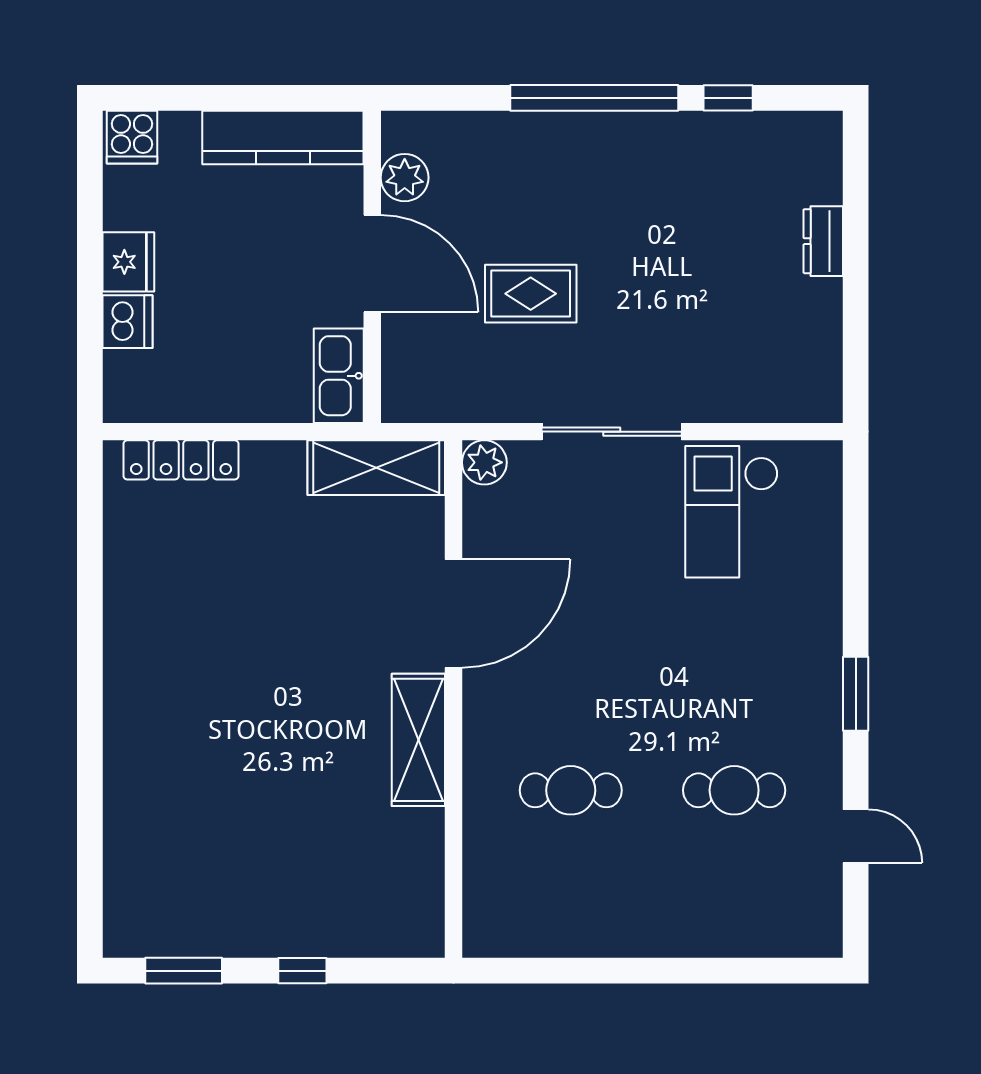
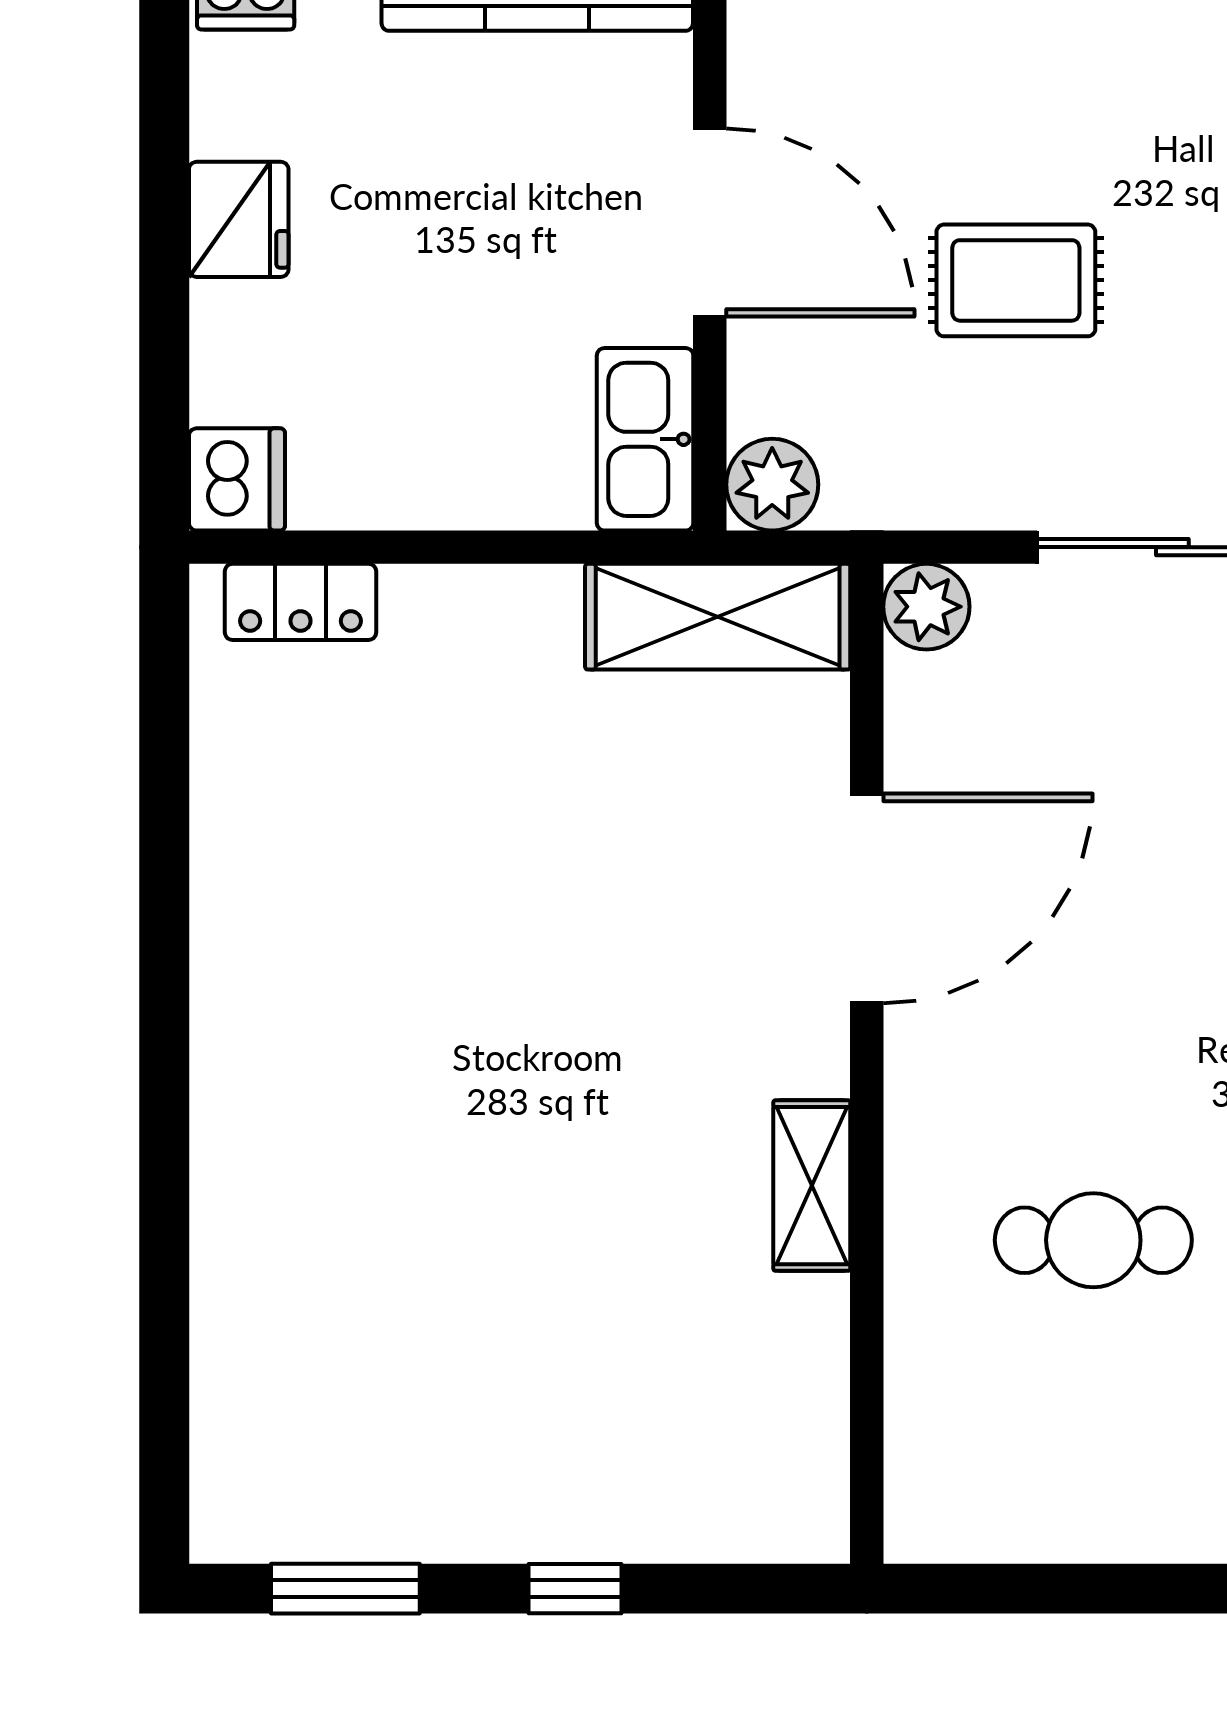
plant: (405, 178) -> (772, 485), moved
dishwasher: (127, 322) -> (237, 479), moved
locker: (181, 460) -> (301, 602), width x0.66
shelving: (418, 740) -> (812, 1186), width x0.67, depth x0.75

